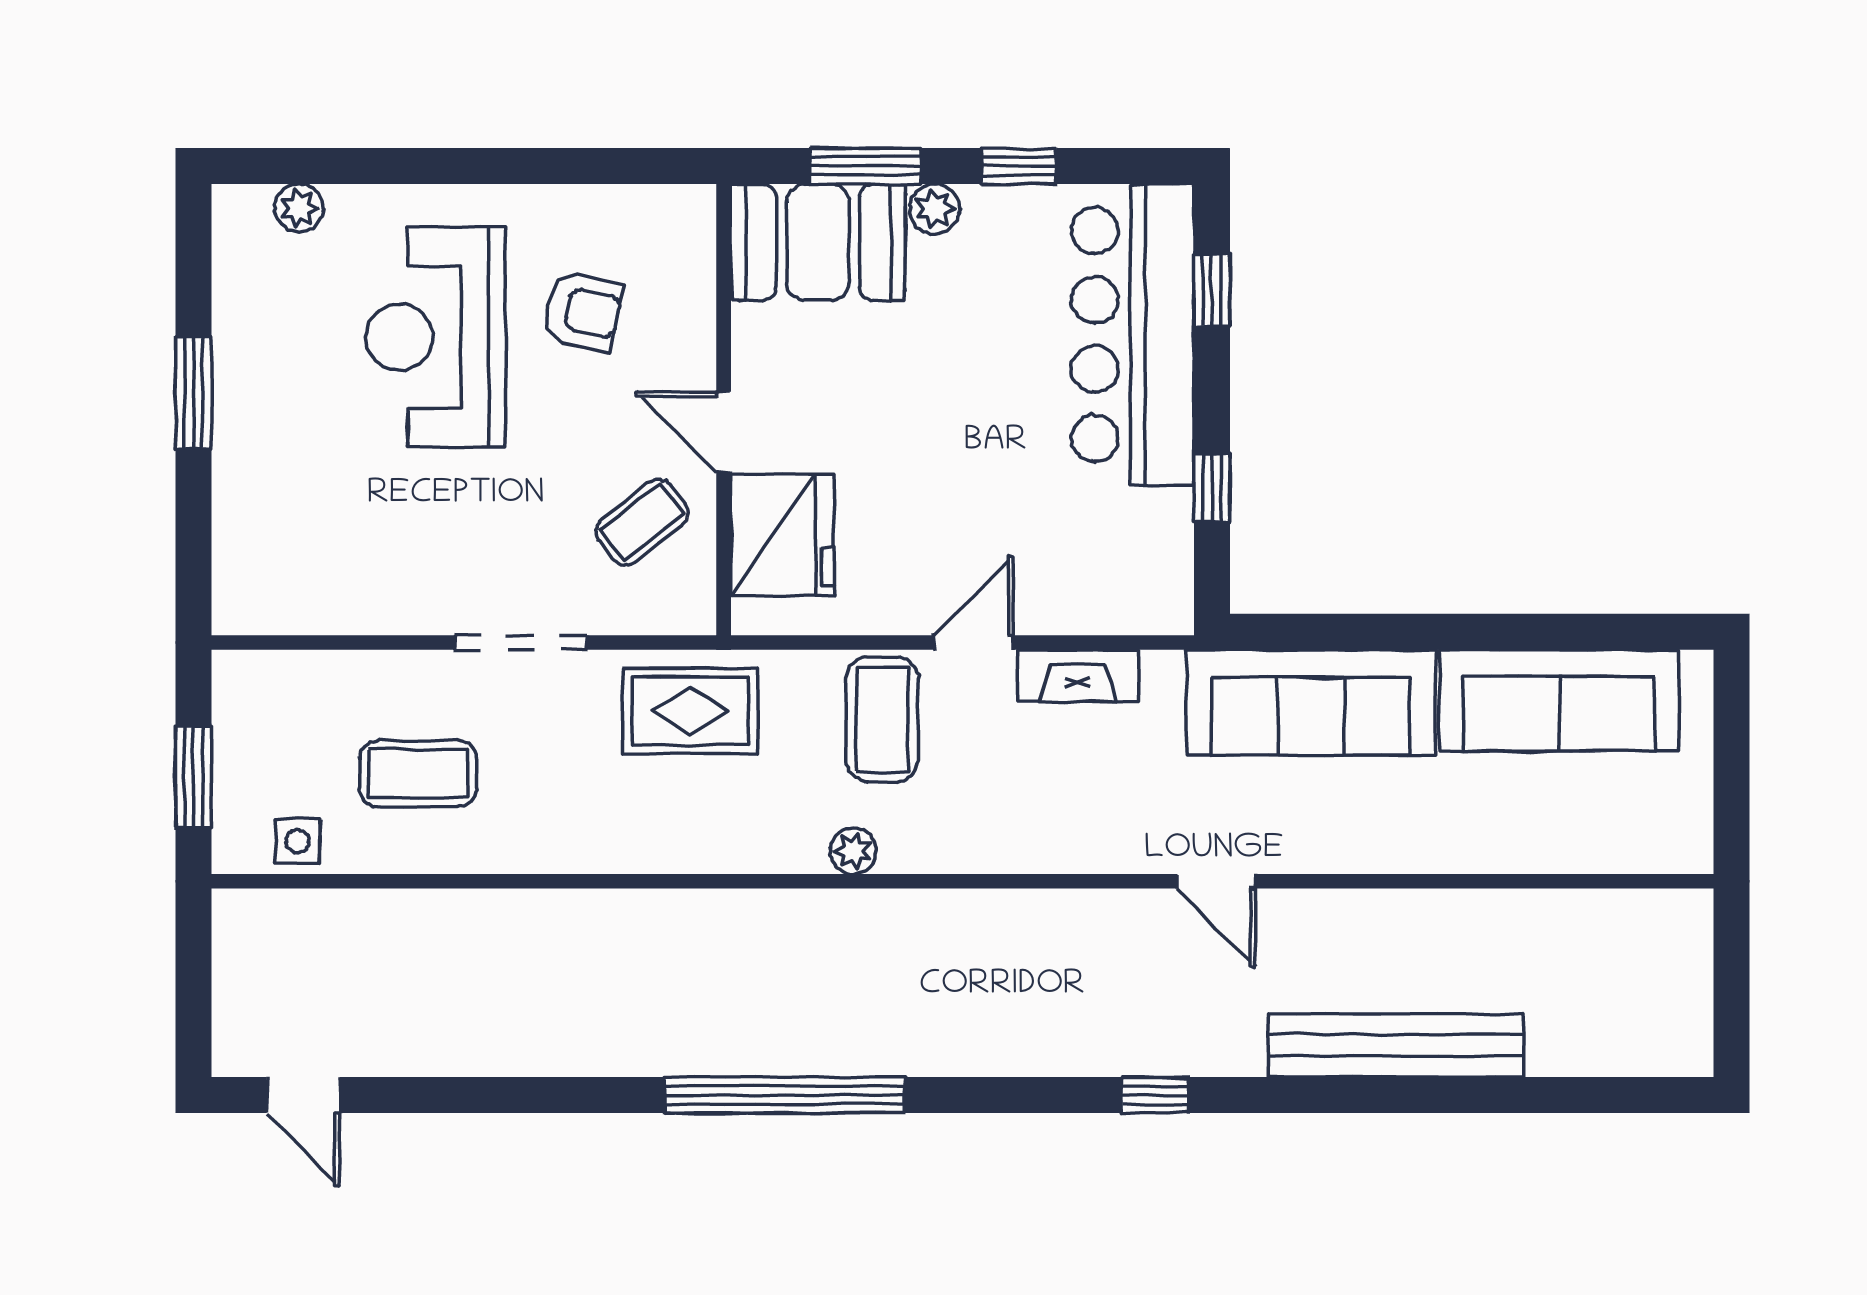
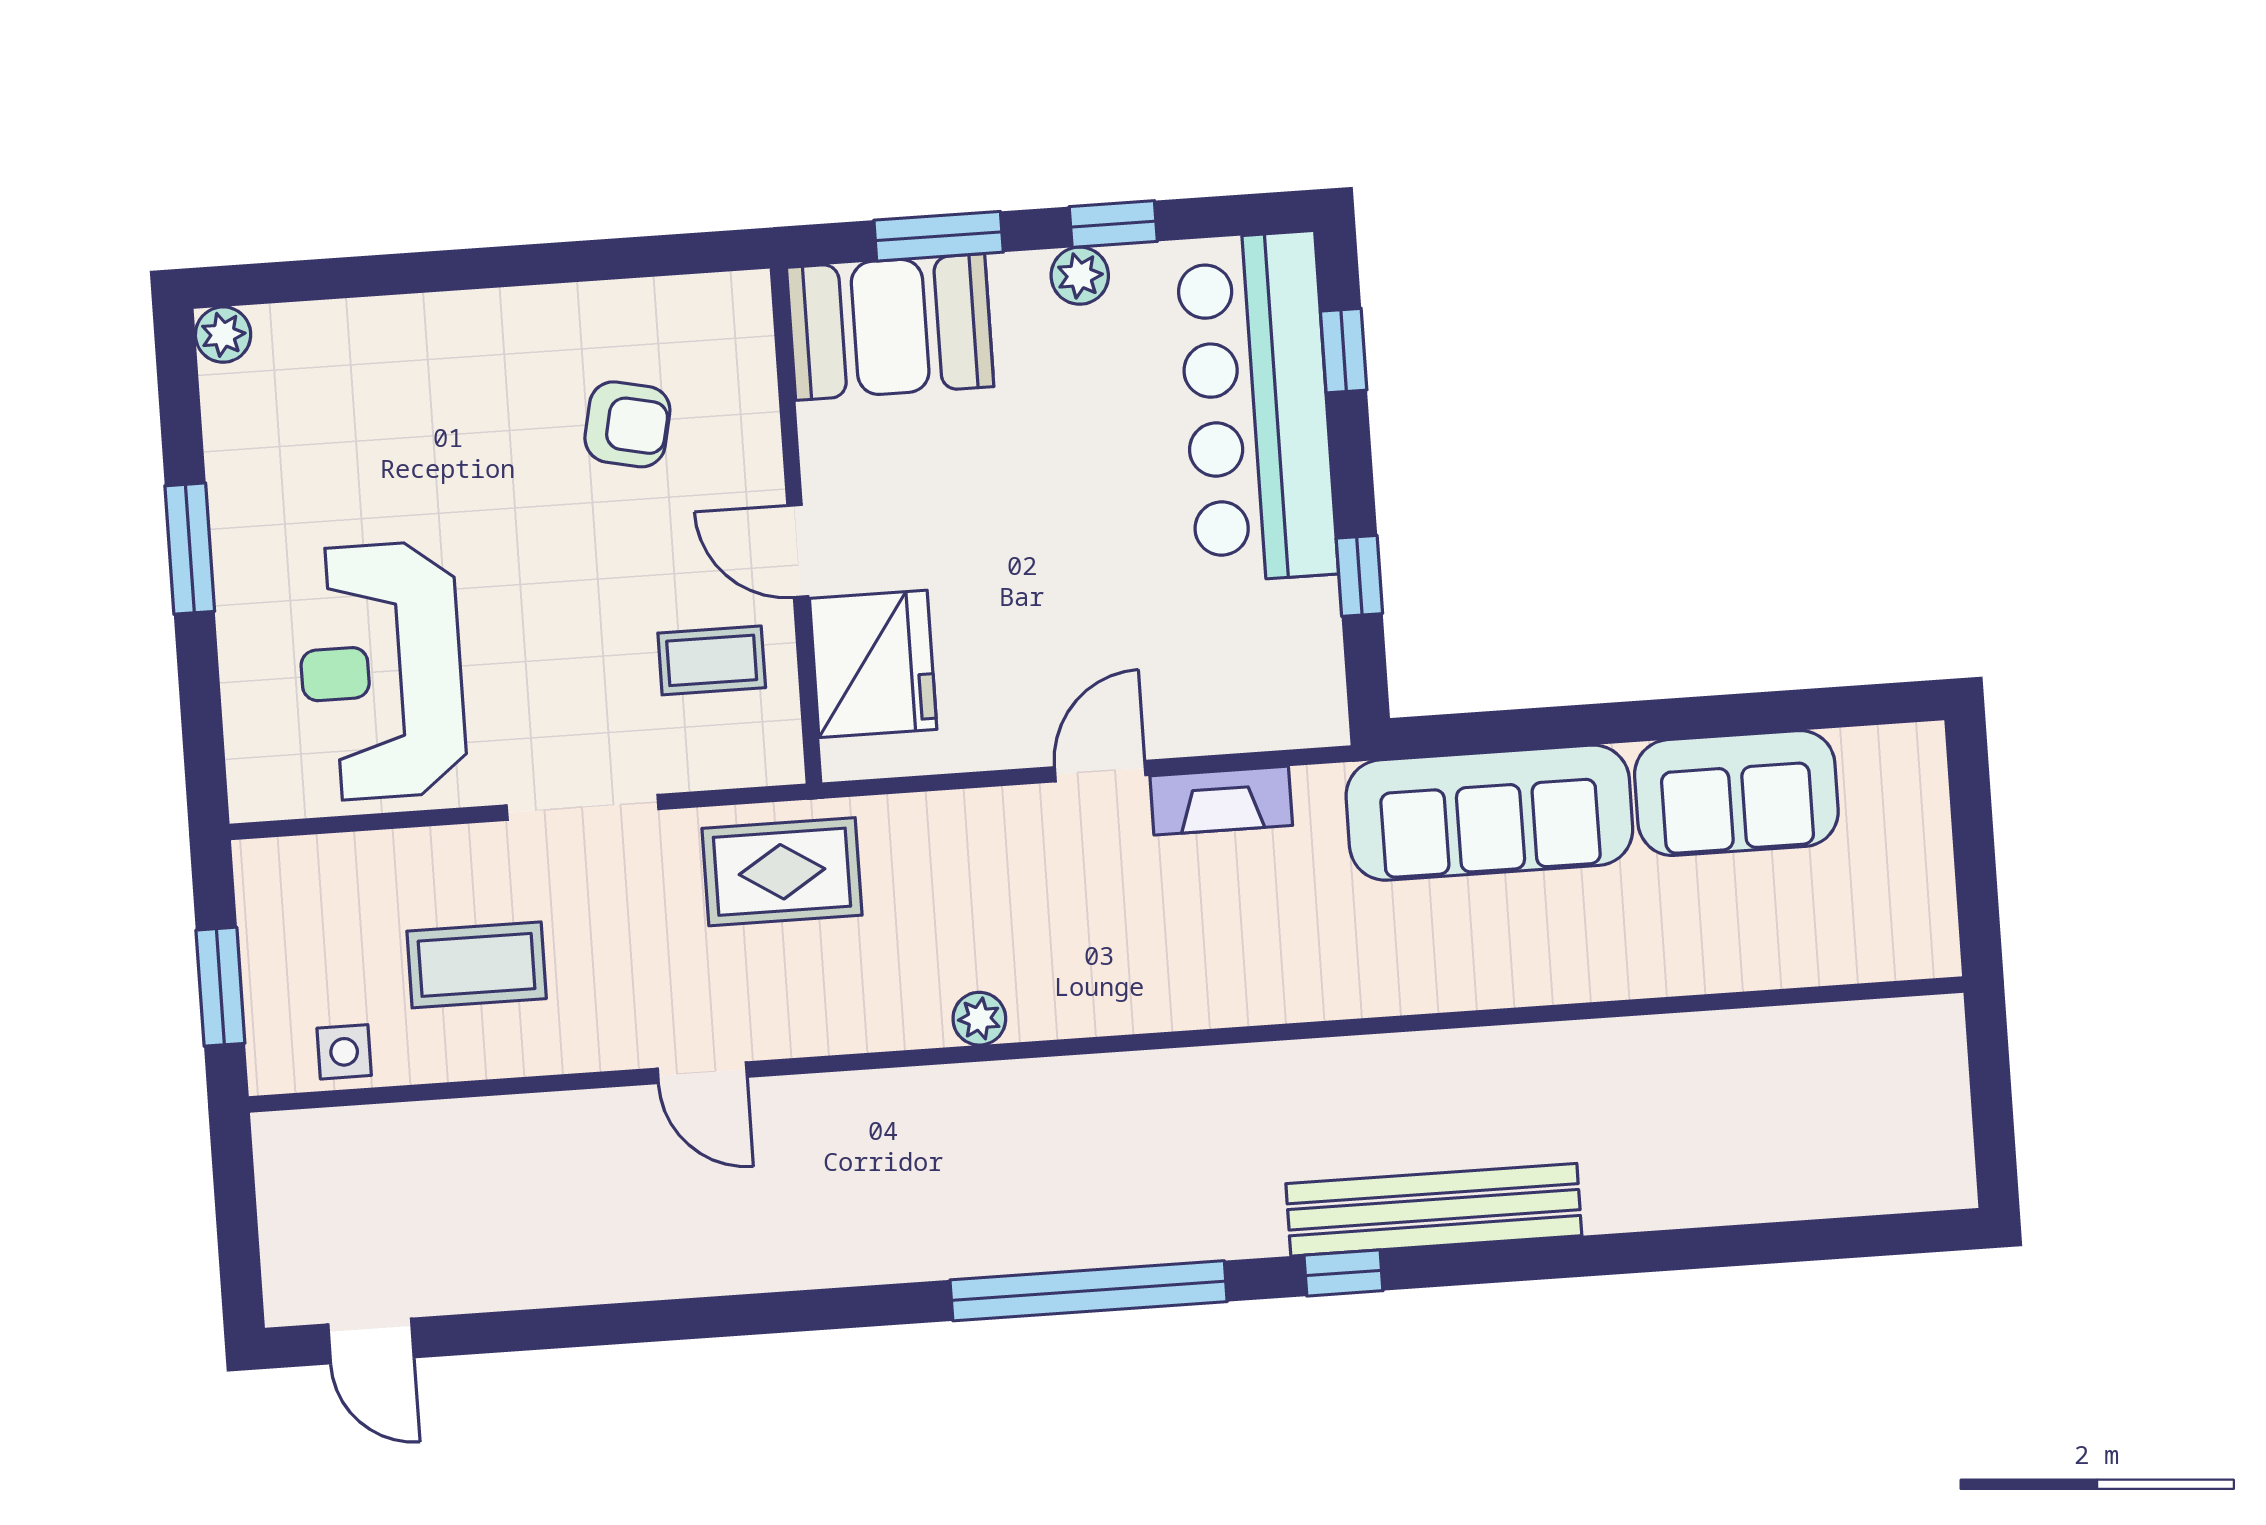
plant: (299, 208) -> (223, 335), moved
plant: (935, 209) -> (1080, 276), moved
reception desk: (436, 337) -> (381, 671), moved
coffee table: (642, 522) -> (712, 660), turned 38
sofa: (1559, 700) -> (1736, 793), width x0.73
coffee table: (882, 720) -> (1002, 866), removed
door: (1216, 881) -> (702, 1073), moved
bench: (1396, 1045) -> (1434, 1210), moved
window: (785, 1095) -> (1089, 1291), moved

